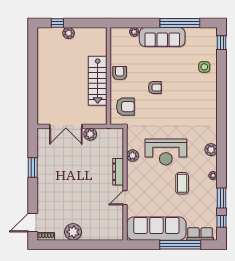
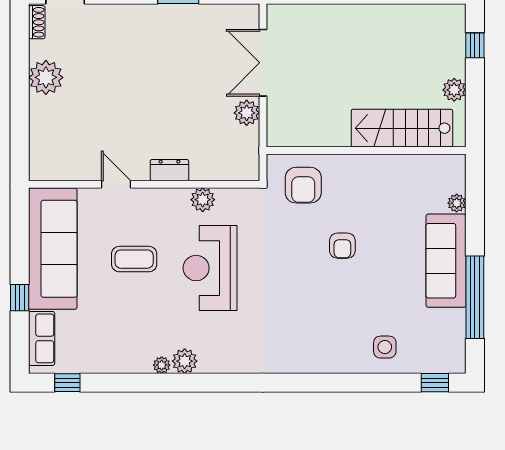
plant: (69, 33) -> (454, 90), moved
armchair: (120, 73) -> (372, 173), removed
stairs: (98, 81) -> (402, 128), moved
plant: (211, 150) -> (185, 361), moved
dresser: (118, 172) -> (169, 170), width x0.70
coffee table: (182, 183) -> (134, 259), moved
window: (222, 198) -> (115, 383), removed
window: (180, 245) -> (20, 298), width x0.32

